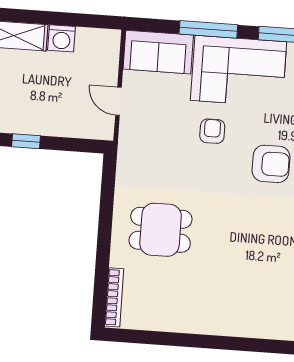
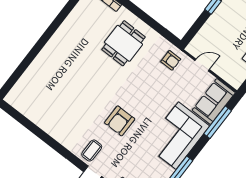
window: (208, 29) -> (218, 122), moved
armchair: (212, 131) -> (171, 60), moved

